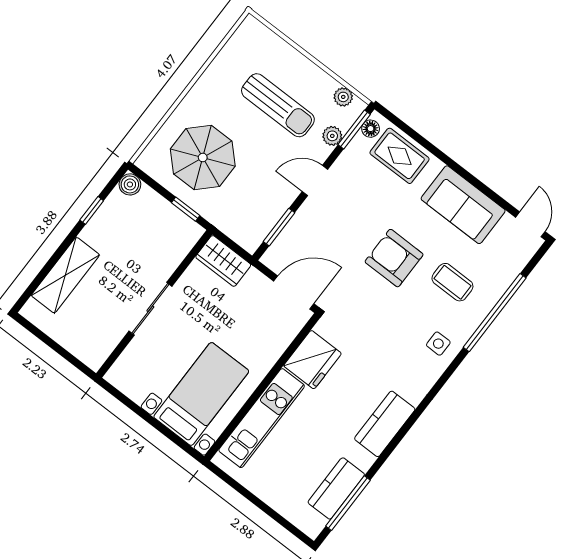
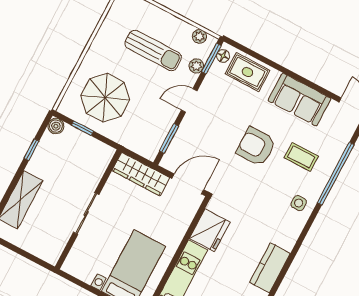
window: (186, 209) -> (82, 128), moved
wardrobe: (223, 261) -> (141, 174), width x1.50

